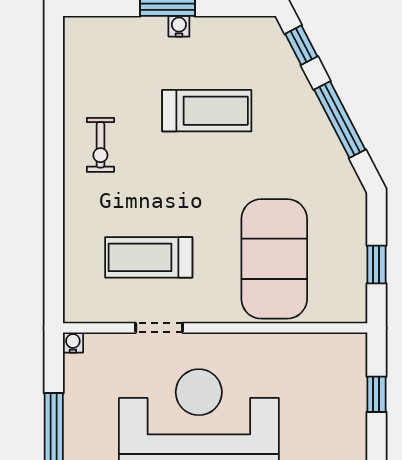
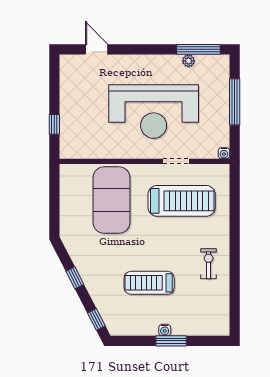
window: (340, 120) -> (75, 278), width x0.46
treadmill: (149, 257) -> (182, 201), width x1.37, depth x1.38
window: (376, 265) -> (54, 197), removed

